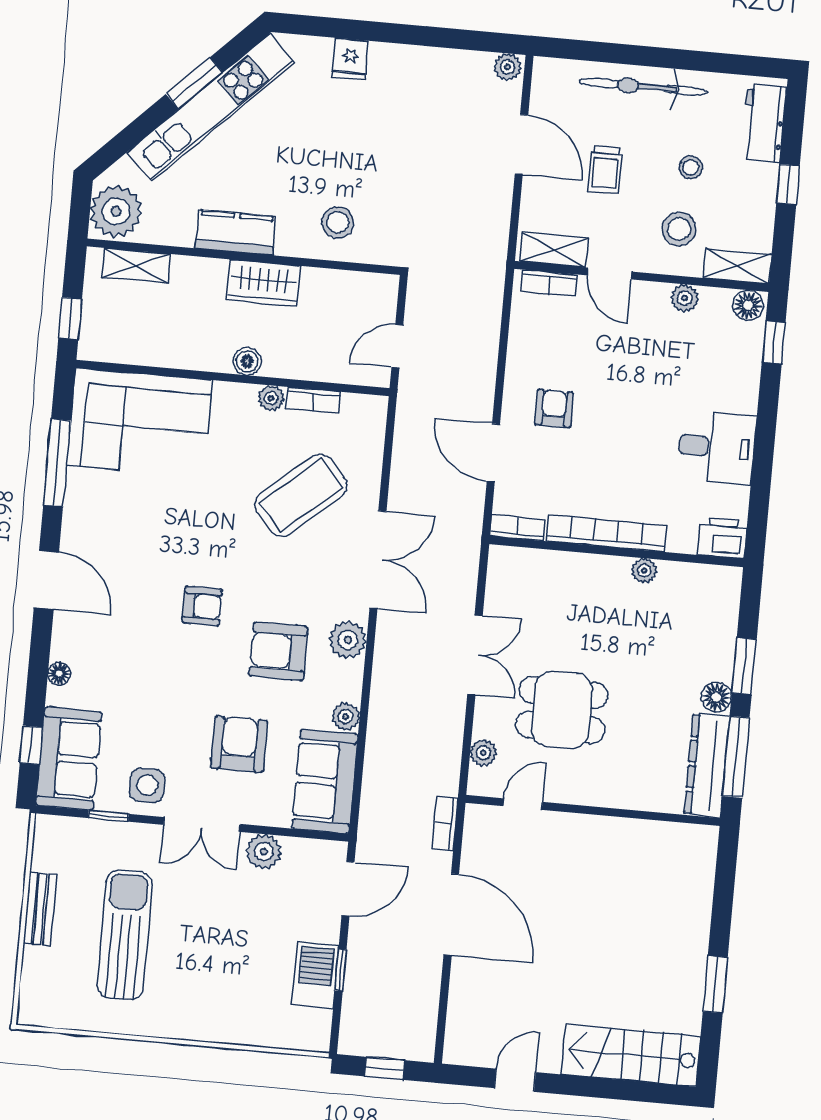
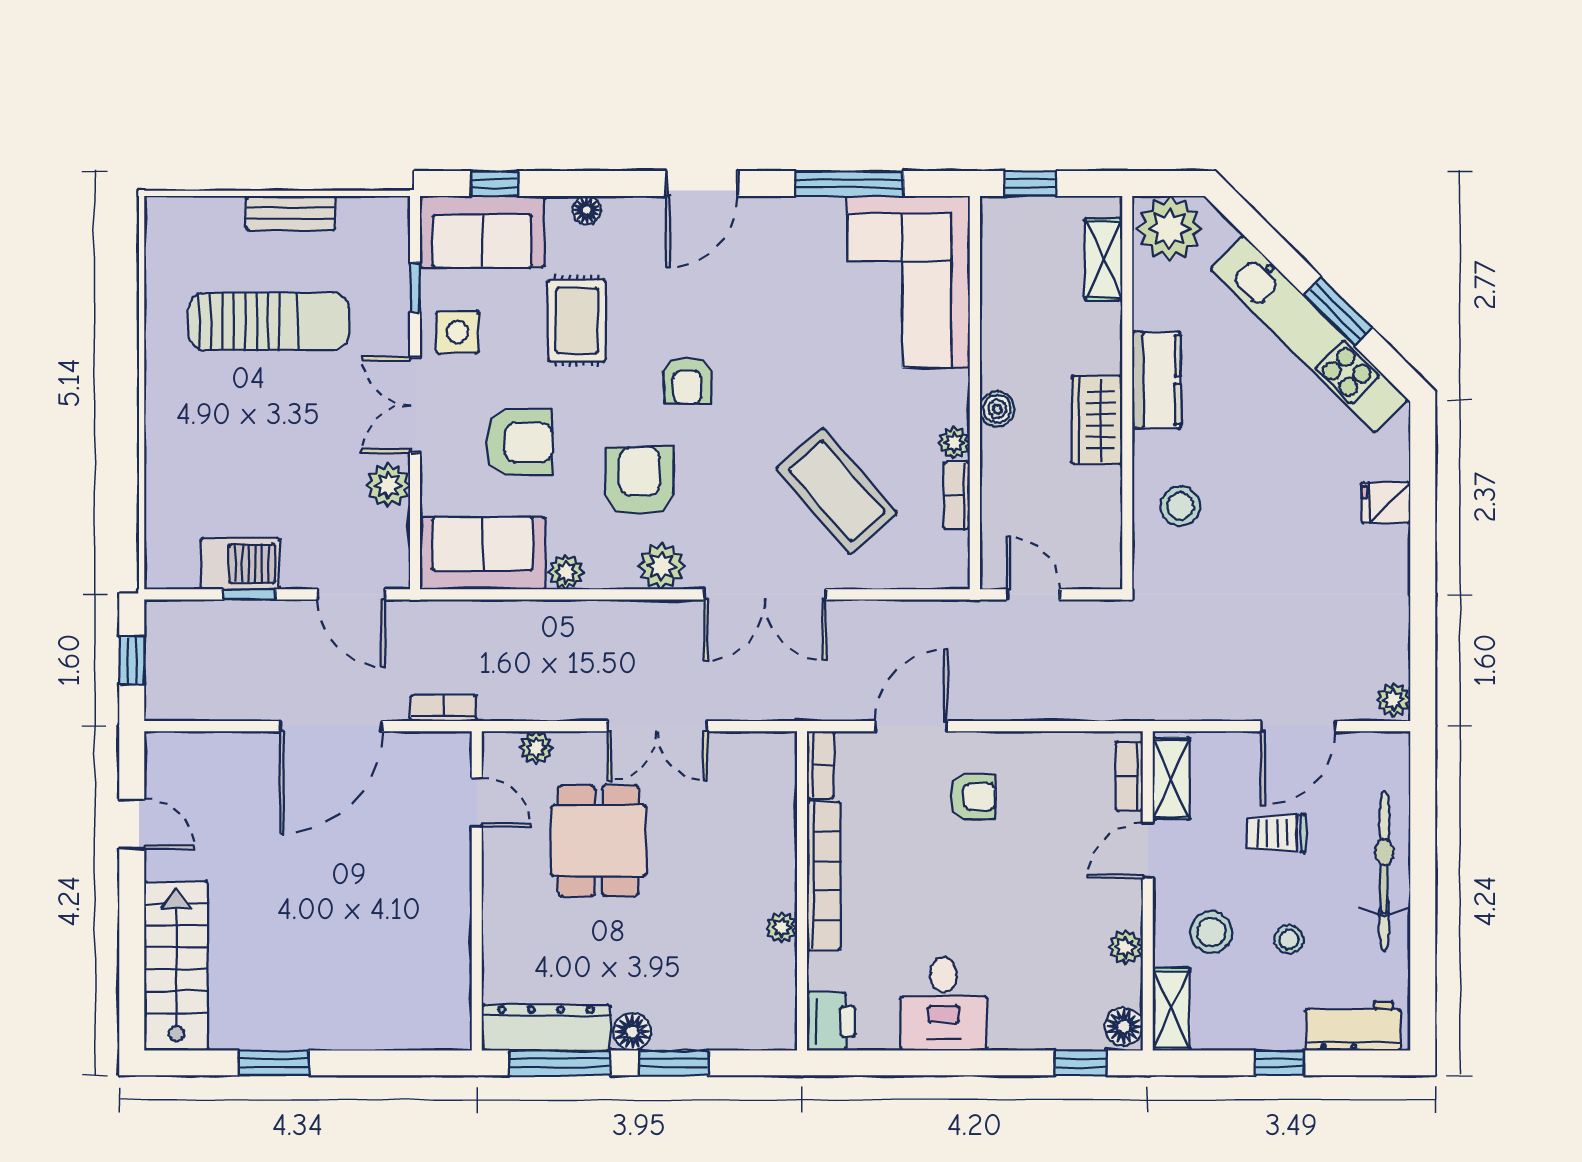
rug: (146, 689) -> (577, 321), added

